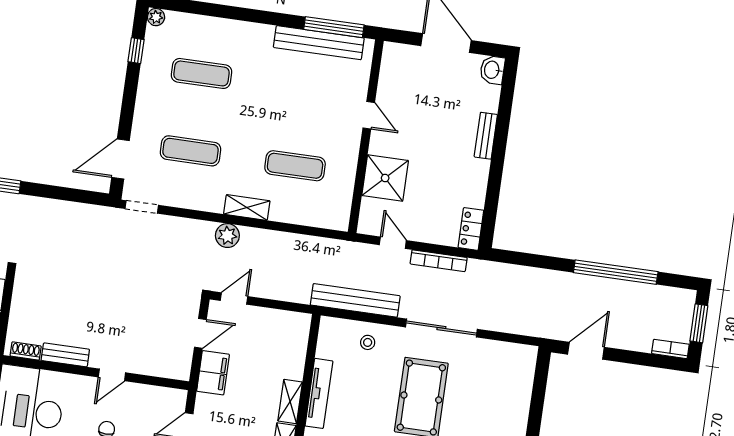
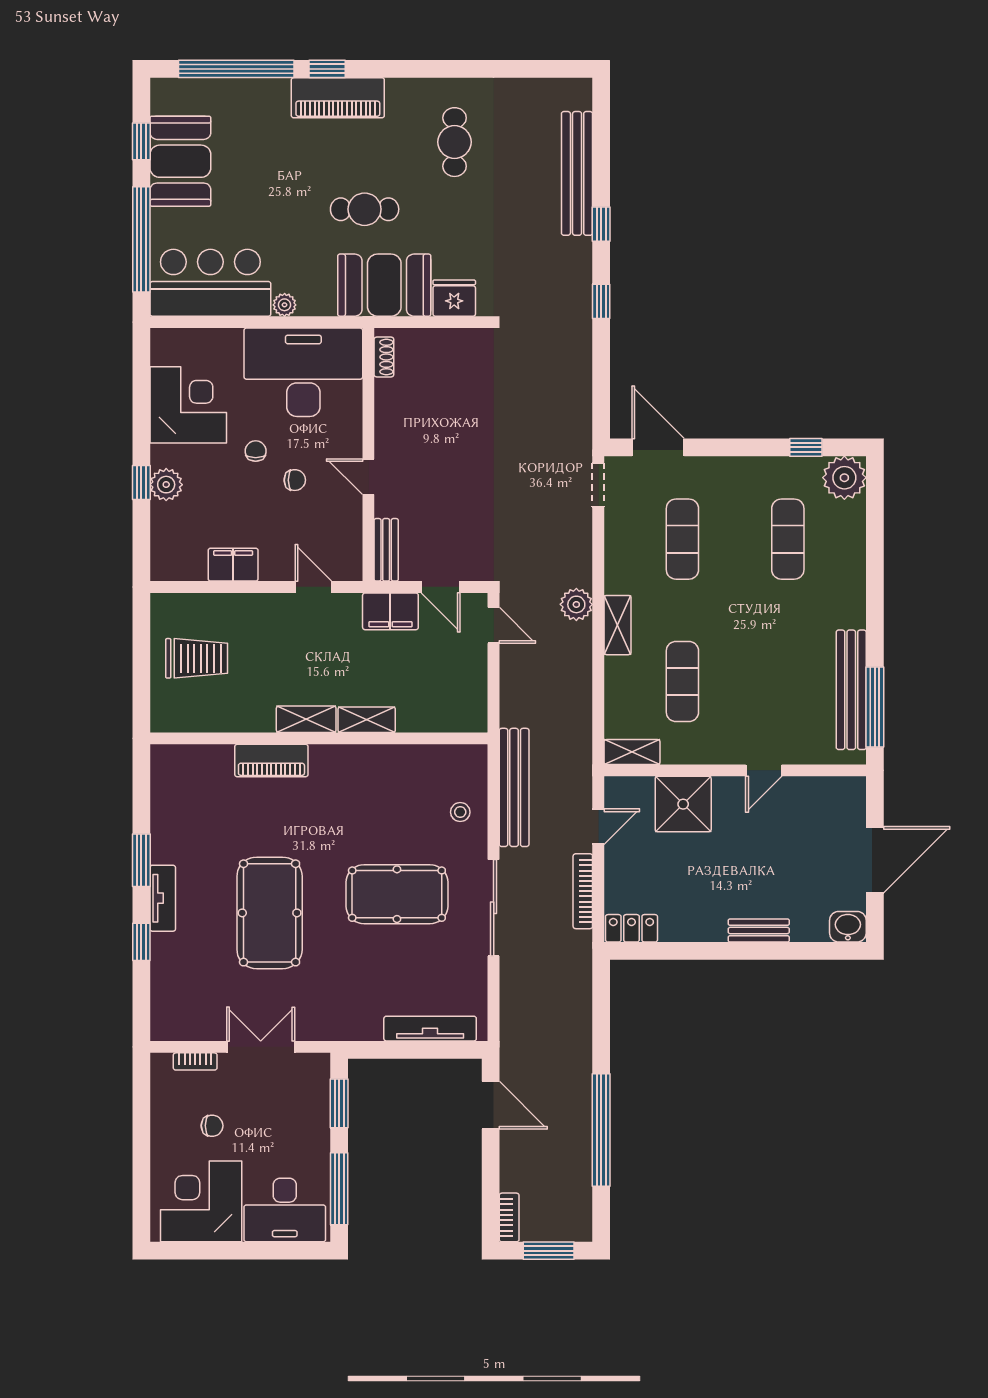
plant: (156, 17) -> (844, 478), width x1.87, depth x1.87
shelving: (342, 210) -> (632, 752), added
bench: (65, 355) -> (386, 550), moved
tv unit: (319, 393) -> (430, 1029), moved, turned 180

